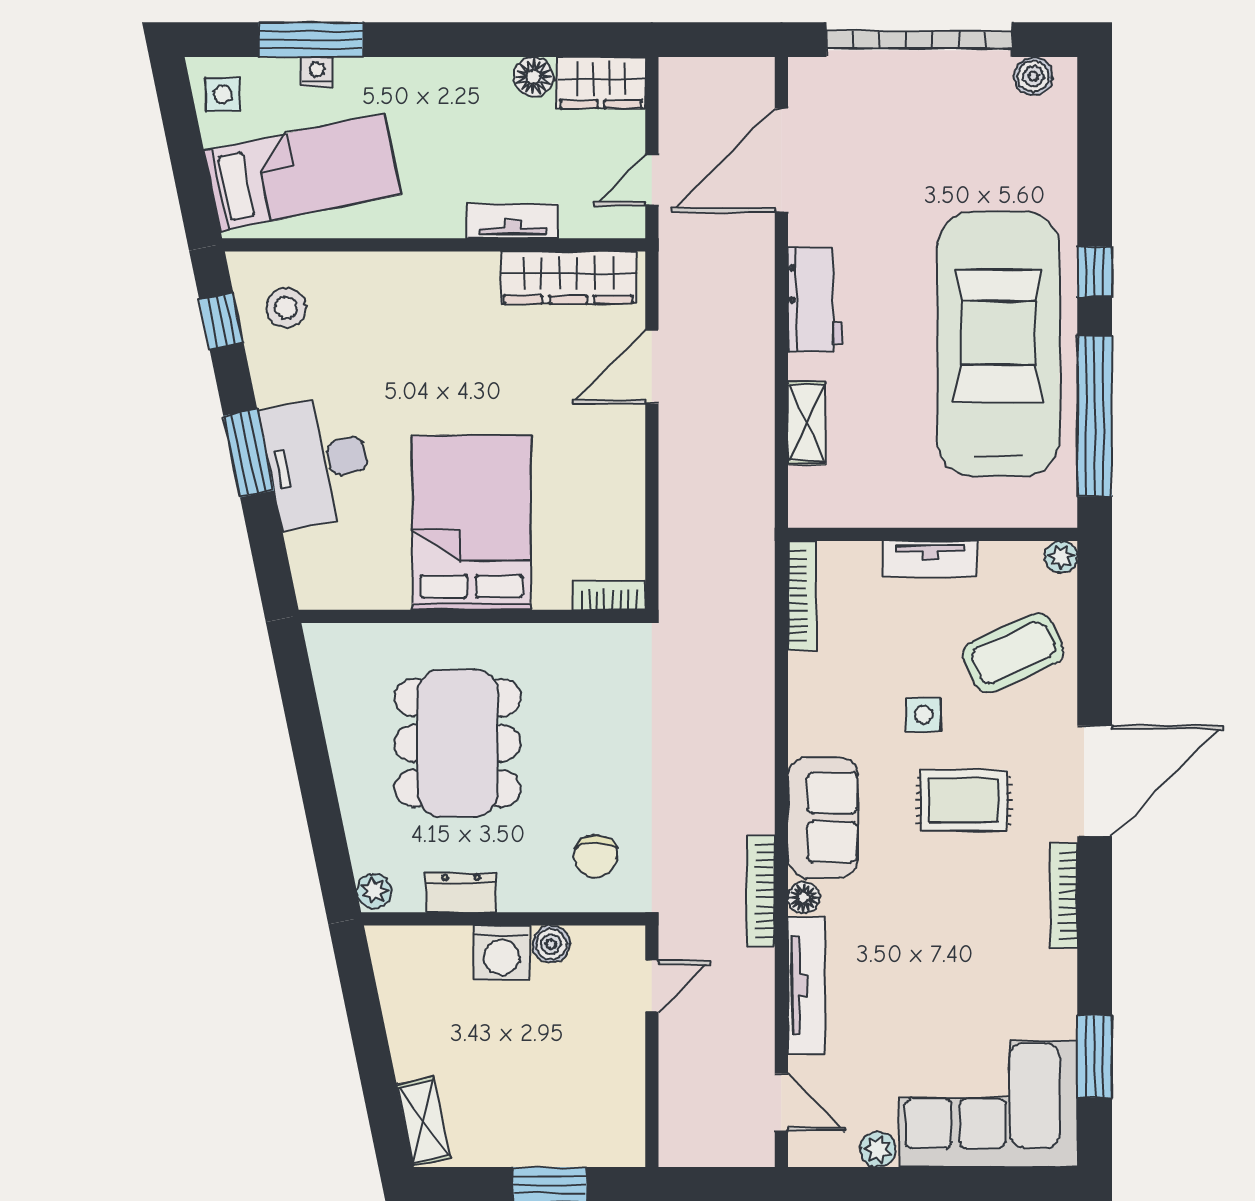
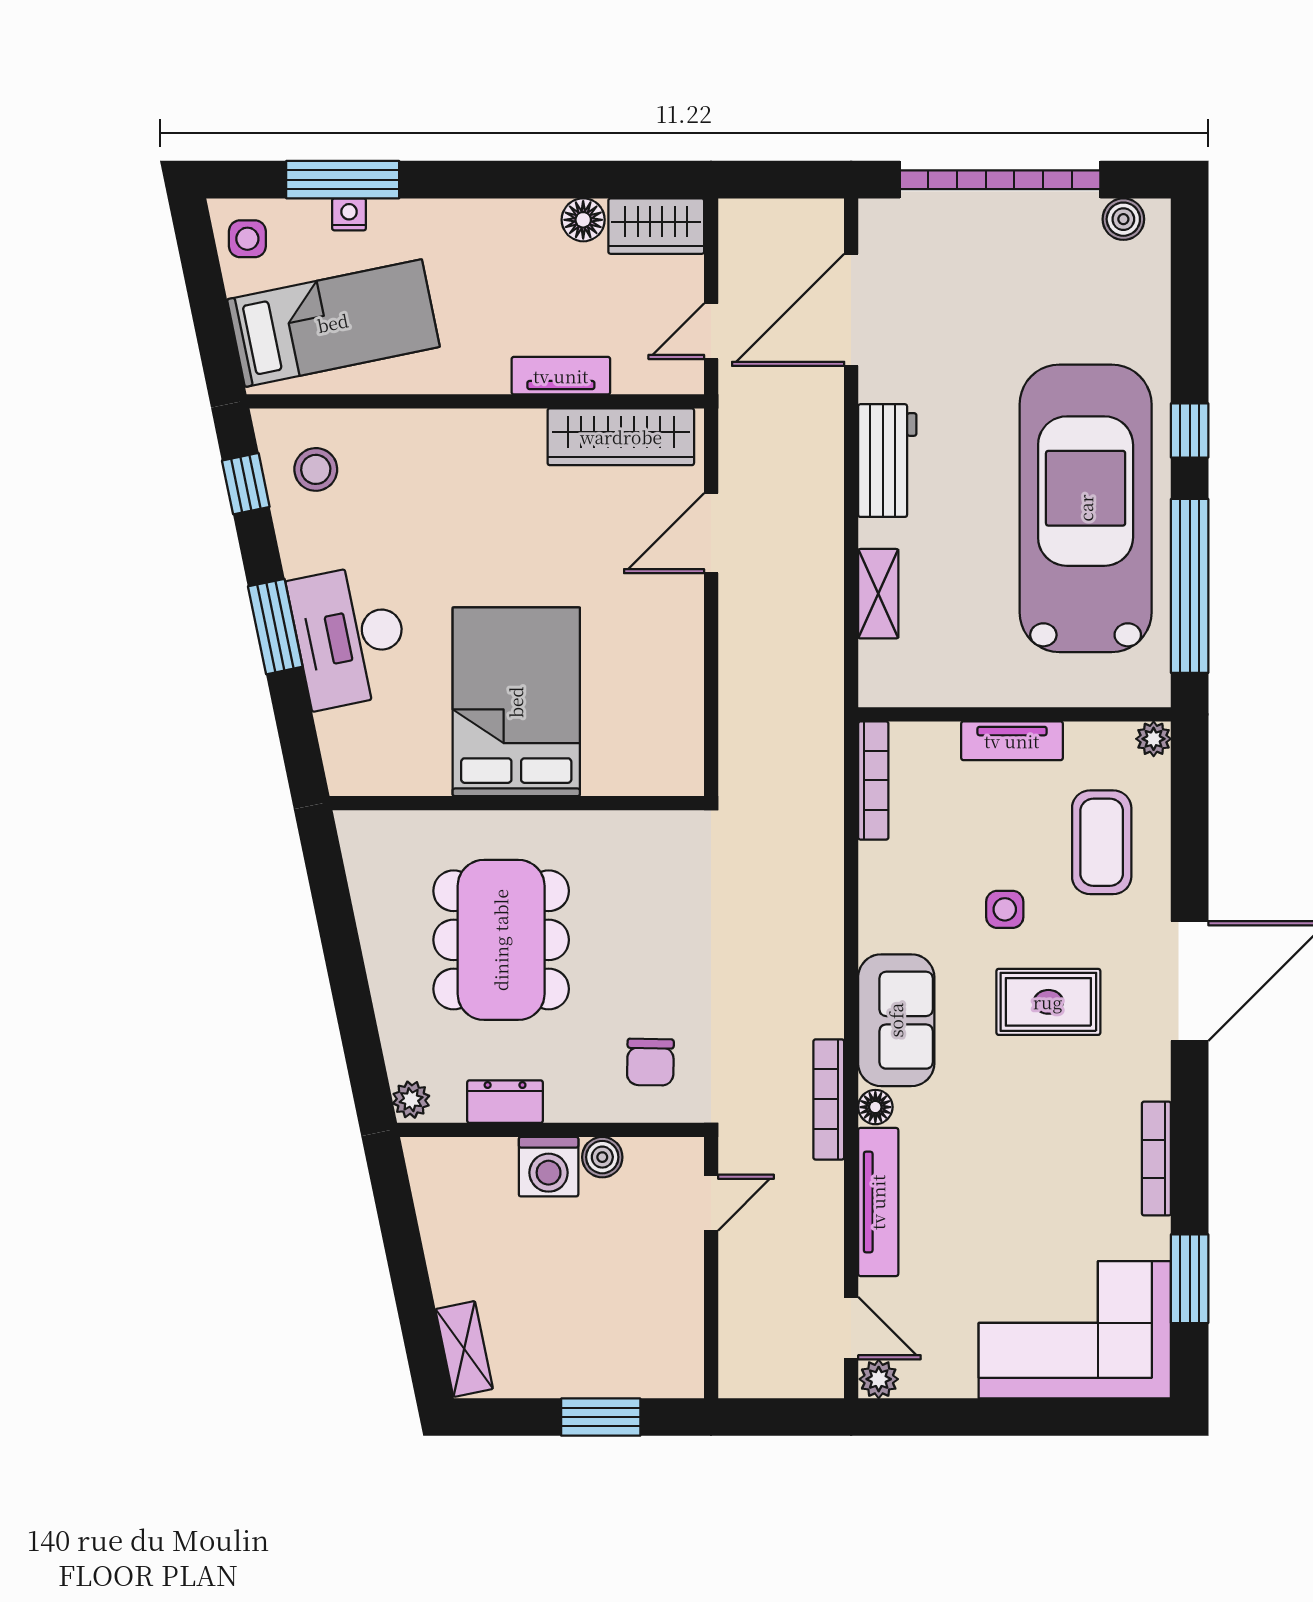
bookcase: (609, 595) -> (665, 780), removed
coffee table: (1013, 653) -> (1102, 842), turned -66
bookcase: (1064, 896) -> (1156, 1159), moved
plant: (878, 1149) -> (879, 1379), moved

